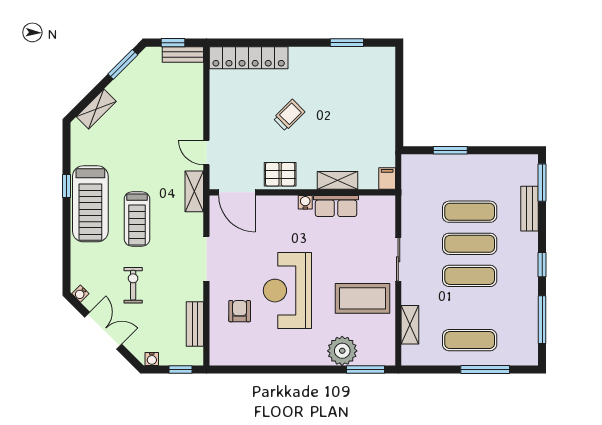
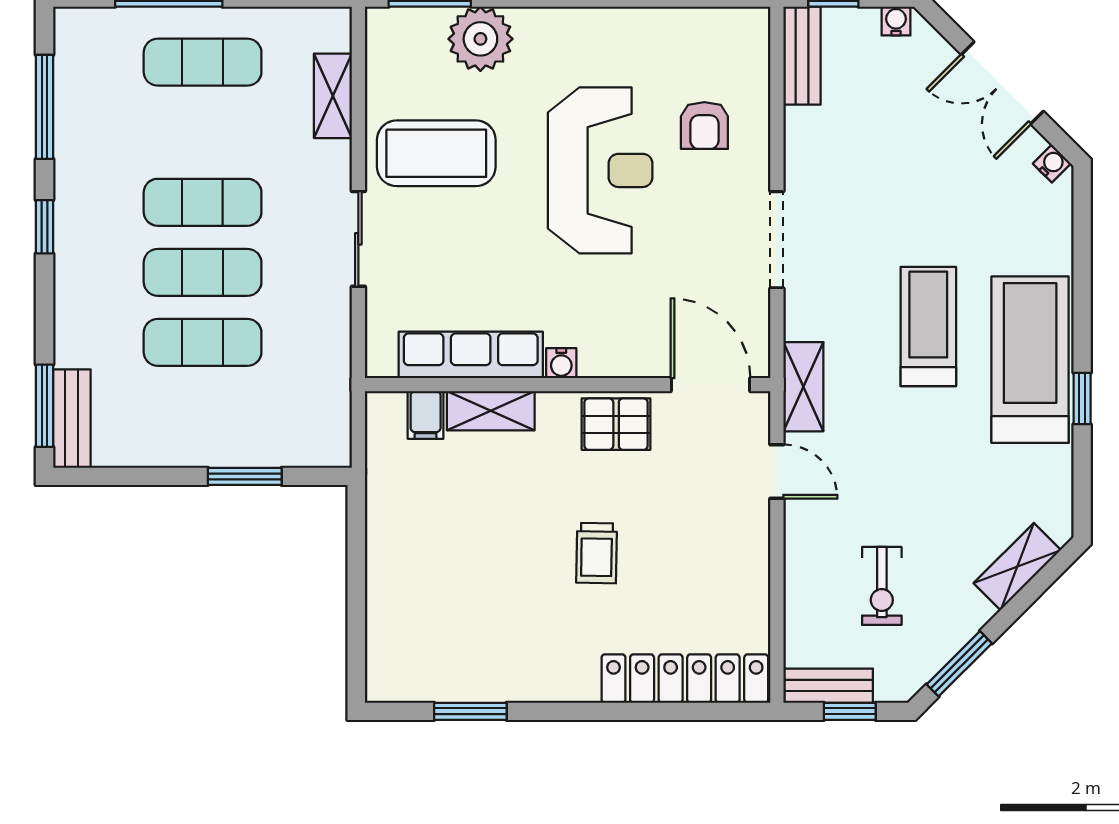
trolley: (289, 115) -> (597, 553), turned -44
filing cabinet: (387, 178) -> (426, 415), moved
row of seats: (336, 206) -> (471, 355), width x1.48
bench: (529, 209) -> (72, 419), moved
exercise bike: (133, 285) -> (882, 586), moved
bench: (195, 324) -> (802, 56), moved

